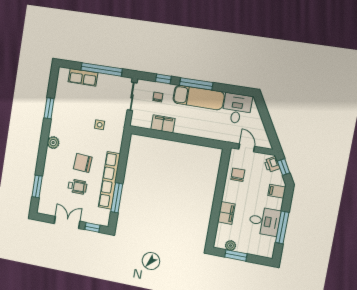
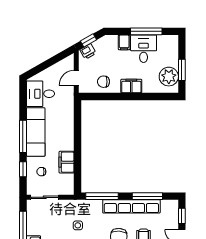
window: (124, 153) -> (102, 196), added
filing cabinet: (277, 191) -> (124, 42), moved
filing cabinet: (226, 213) -> (131, 86), moved
plant: (231, 246) -> (169, 77), width x1.88, depth x1.88

